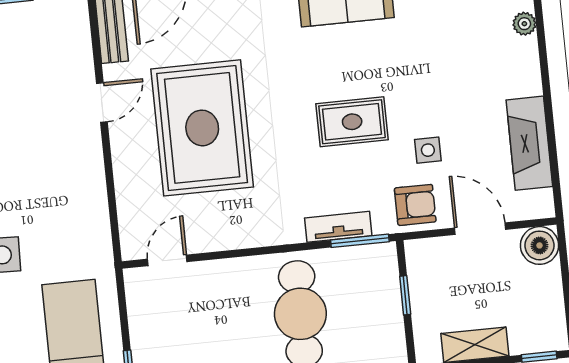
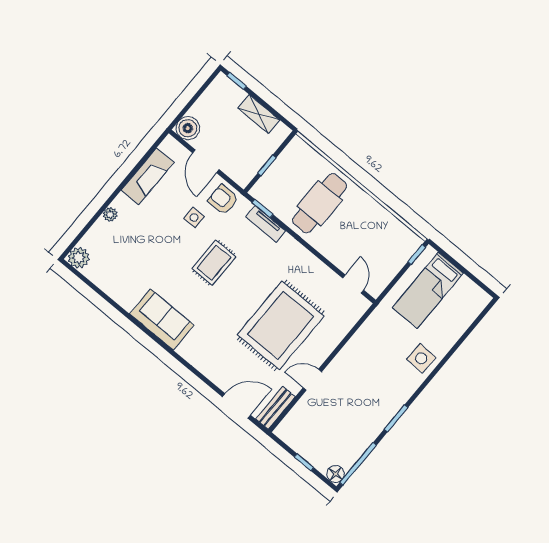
plant: (524, 24) -> (110, 214), moved
rug: (352, 122) -> (214, 263), turned 90
window: (360, 241) -> (262, 208), width x0.67
door: (167, 260) -> (353, 284), swing flipped

